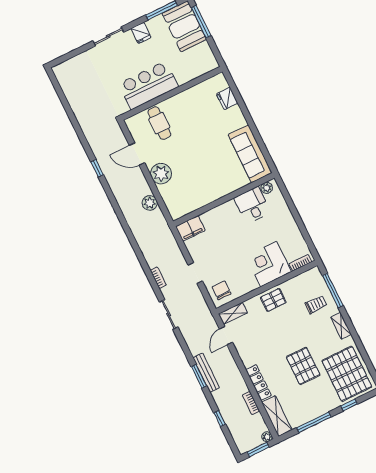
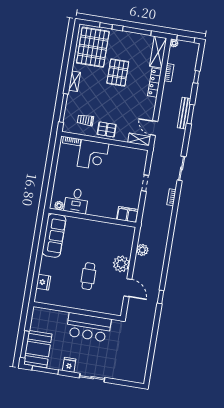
cafe table: (159, 123) -> (88, 276), moved
chair: (221, 290) -> (136, 160), removed
trolley: (316, 304) -> (86, 120), moved
door: (226, 336) -> (154, 128), swing flipped

